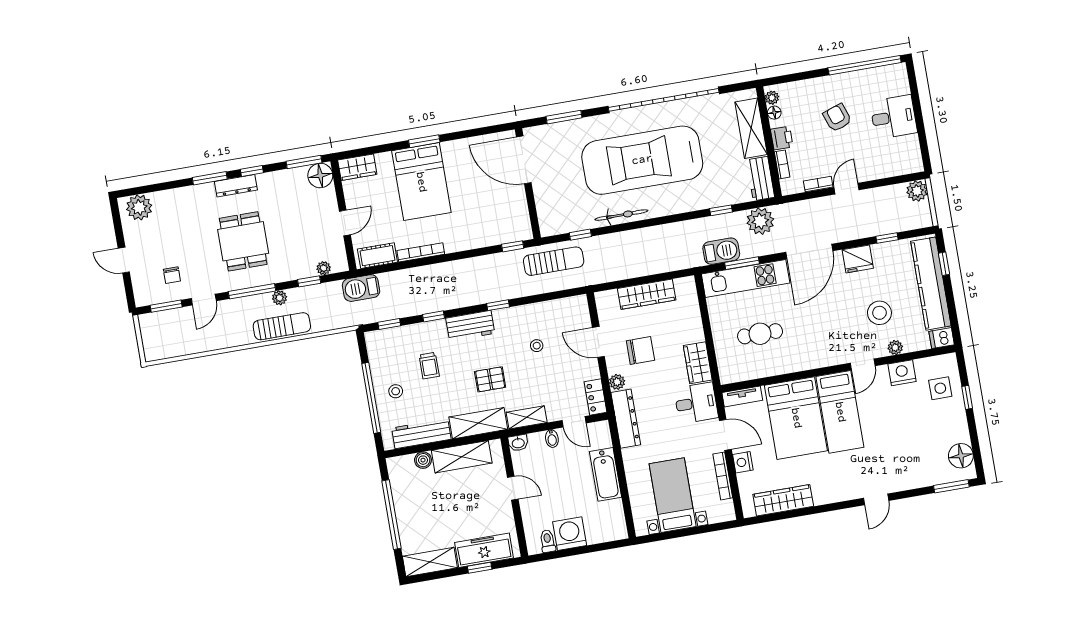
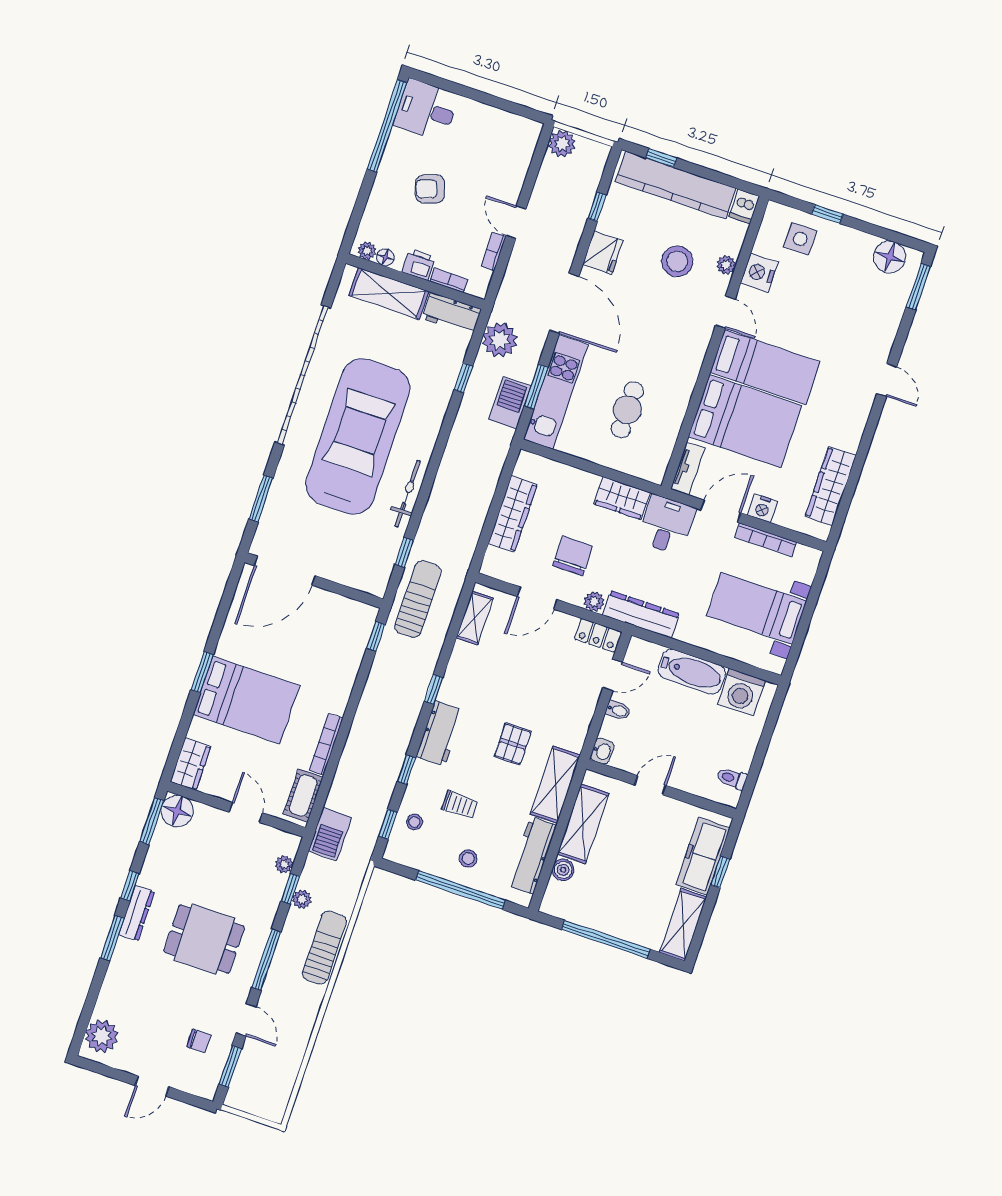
desk: (894, 117) -> (426, 110), moved, turned -90
car: (642, 160) -> (358, 436), turned 180
plant: (280, 298) -> (302, 899), moved
stool: (537, 346) -> (414, 822), moved
shelving: (527, 417) -> (475, 618), moved
washing machine: (570, 534) -> (741, 692), moved, turned -90

